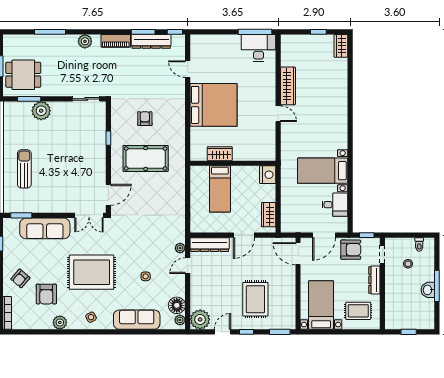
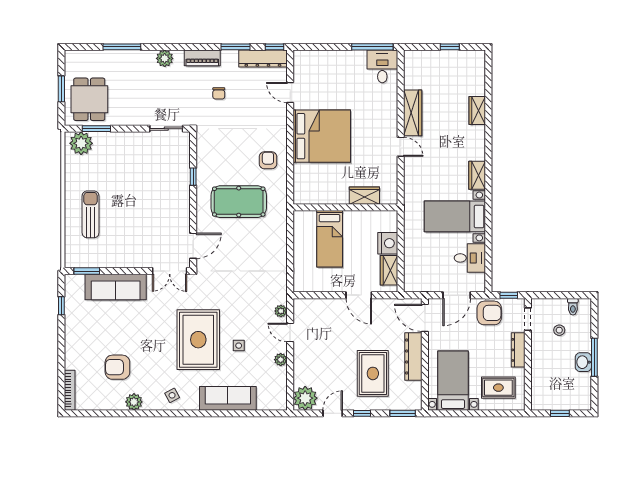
dresser: (151, 41) -> (263, 59), moved
wardrobe: (341, 46) -> (477, 111), moved
desk: (259, 48) -> (382, 66), width x0.73
chair: (129, 70) -> (219, 93), added
dining table: (23, 75) -> (89, 99), turned 90
plant: (41, 111) -> (81, 143), moved
armchair: (145, 119) -> (268, 160), moved
wardrobe: (341, 137) -> (477, 175), added
wardrobe: (220, 154) -> (364, 196), moved
nightstand: (268, 175) -> (388, 243), moved
door: (244, 235) -> (359, 295), hinge flipped
dresser: (210, 245) -> (413, 356), moved, turned 90
door: (188, 266) -> (290, 332), hinge flipped
rug: (92, 272) -> (198, 340), moved, turned 90
armchair: (20, 278) -> (86, 348), removed
armchair: (46, 294) -> (117, 367), turned 90
floor lamp: (177, 305) -> (277, 381), removed
plant: (180, 320) -> (281, 360), moved

